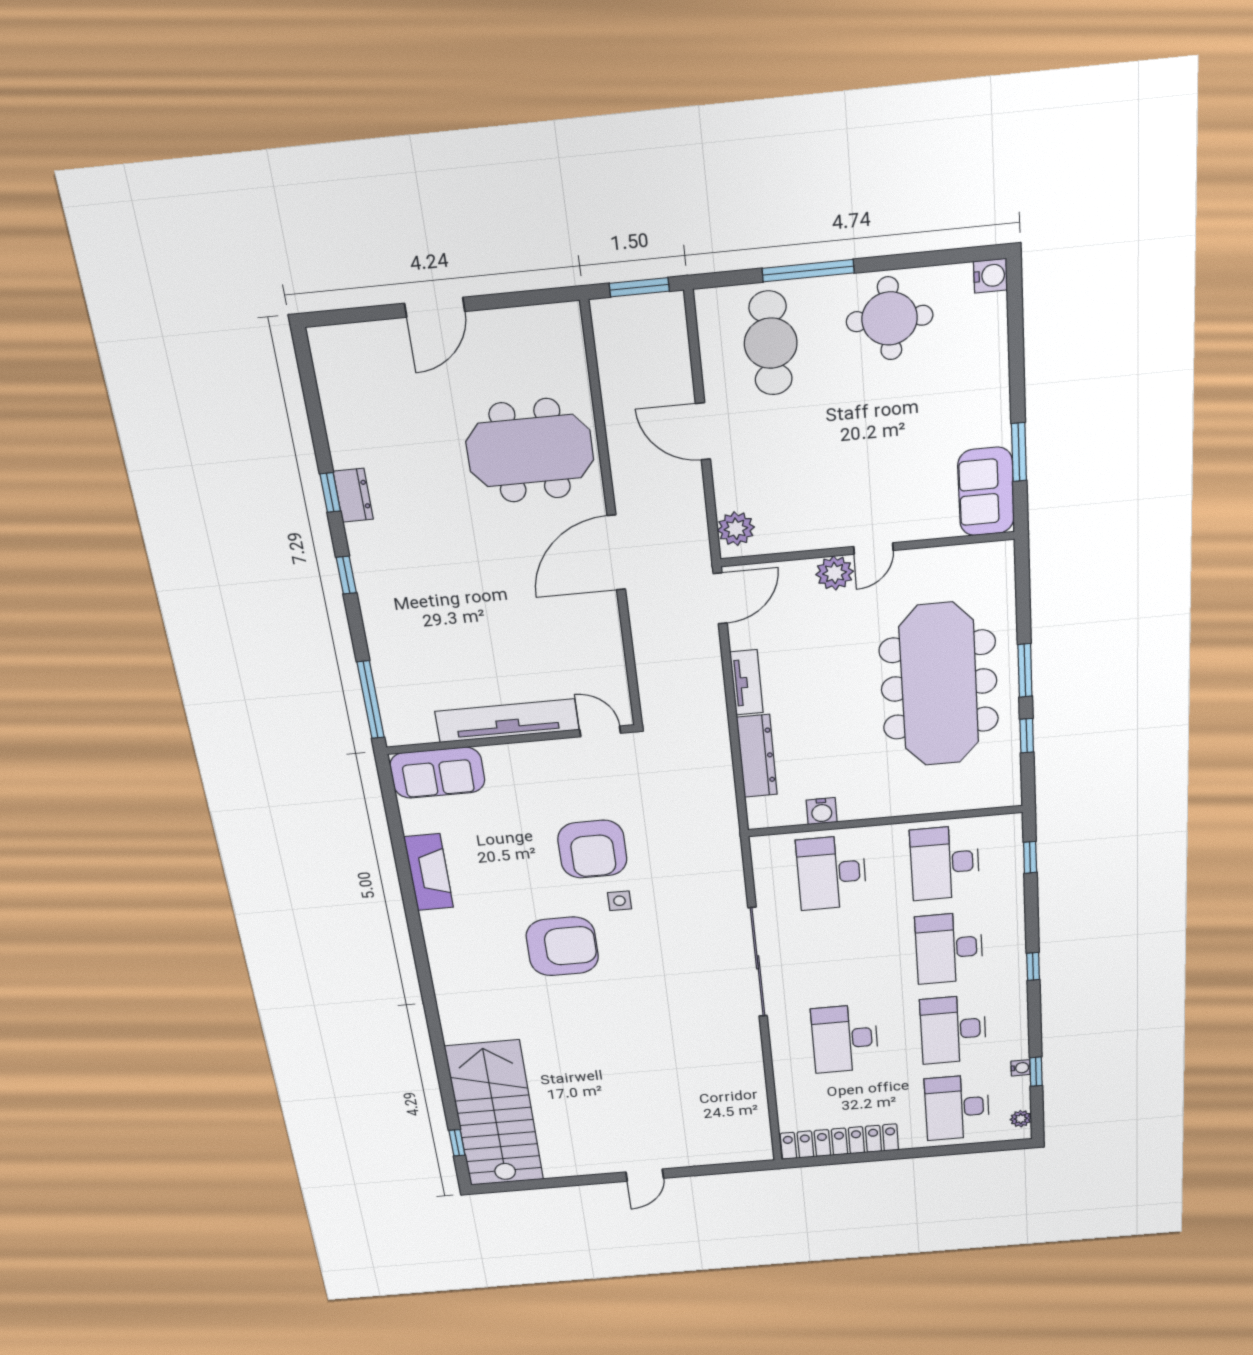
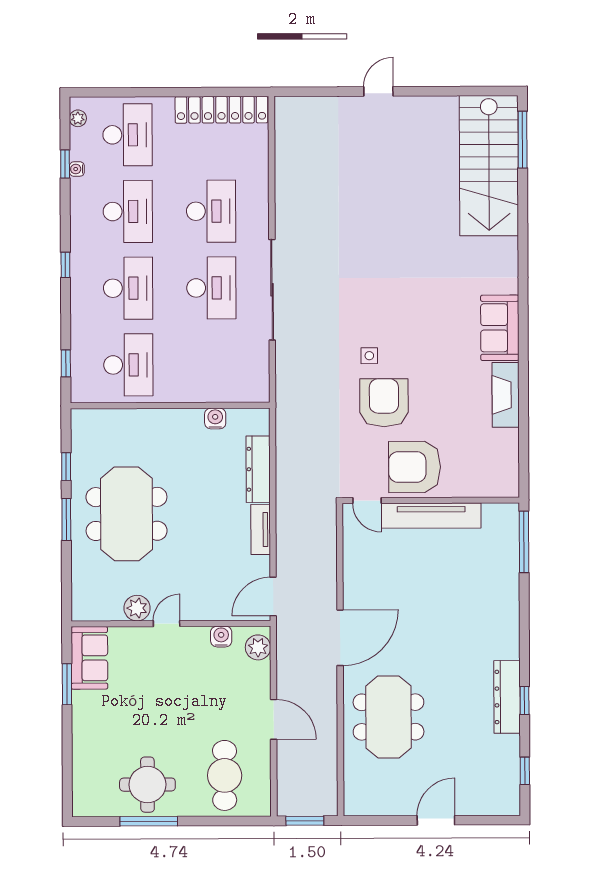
window: (808, 271) -> (149, 821), moved
water cooler: (990, 276) -> (221, 637), moved, turned 90
meeting table: (530, 451) -> (388, 717), turned 90
dresser: (353, 495) -> (507, 697), width x1.96, depth x1.24
plant: (835, 573) -> (137, 608), moved
window: (346, 575) -> (525, 771), moved
meeting table: (939, 685) -> (127, 514), width x0.73
sofa: (437, 773) -> (500, 328), moved, turned -90
desk: (831, 873) -> (211, 288), moved
armchair: (562, 946) -> (415, 467), moved
window: (457, 1143) -> (523, 140), width x2.17

